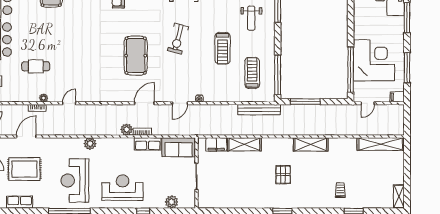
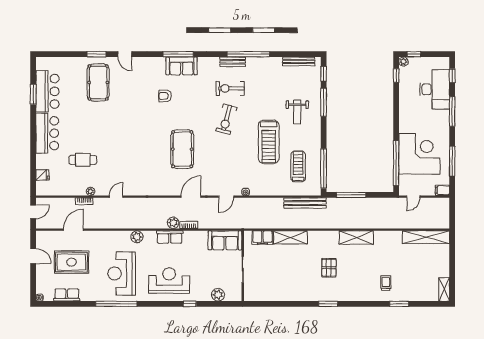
exercise bike: (178, 39) -> (226, 119), moved
treadmill: (223, 48) -> (269, 142), width x1.37, depth x1.38
row of seats: (148, 144) -> (170, 237), moved

